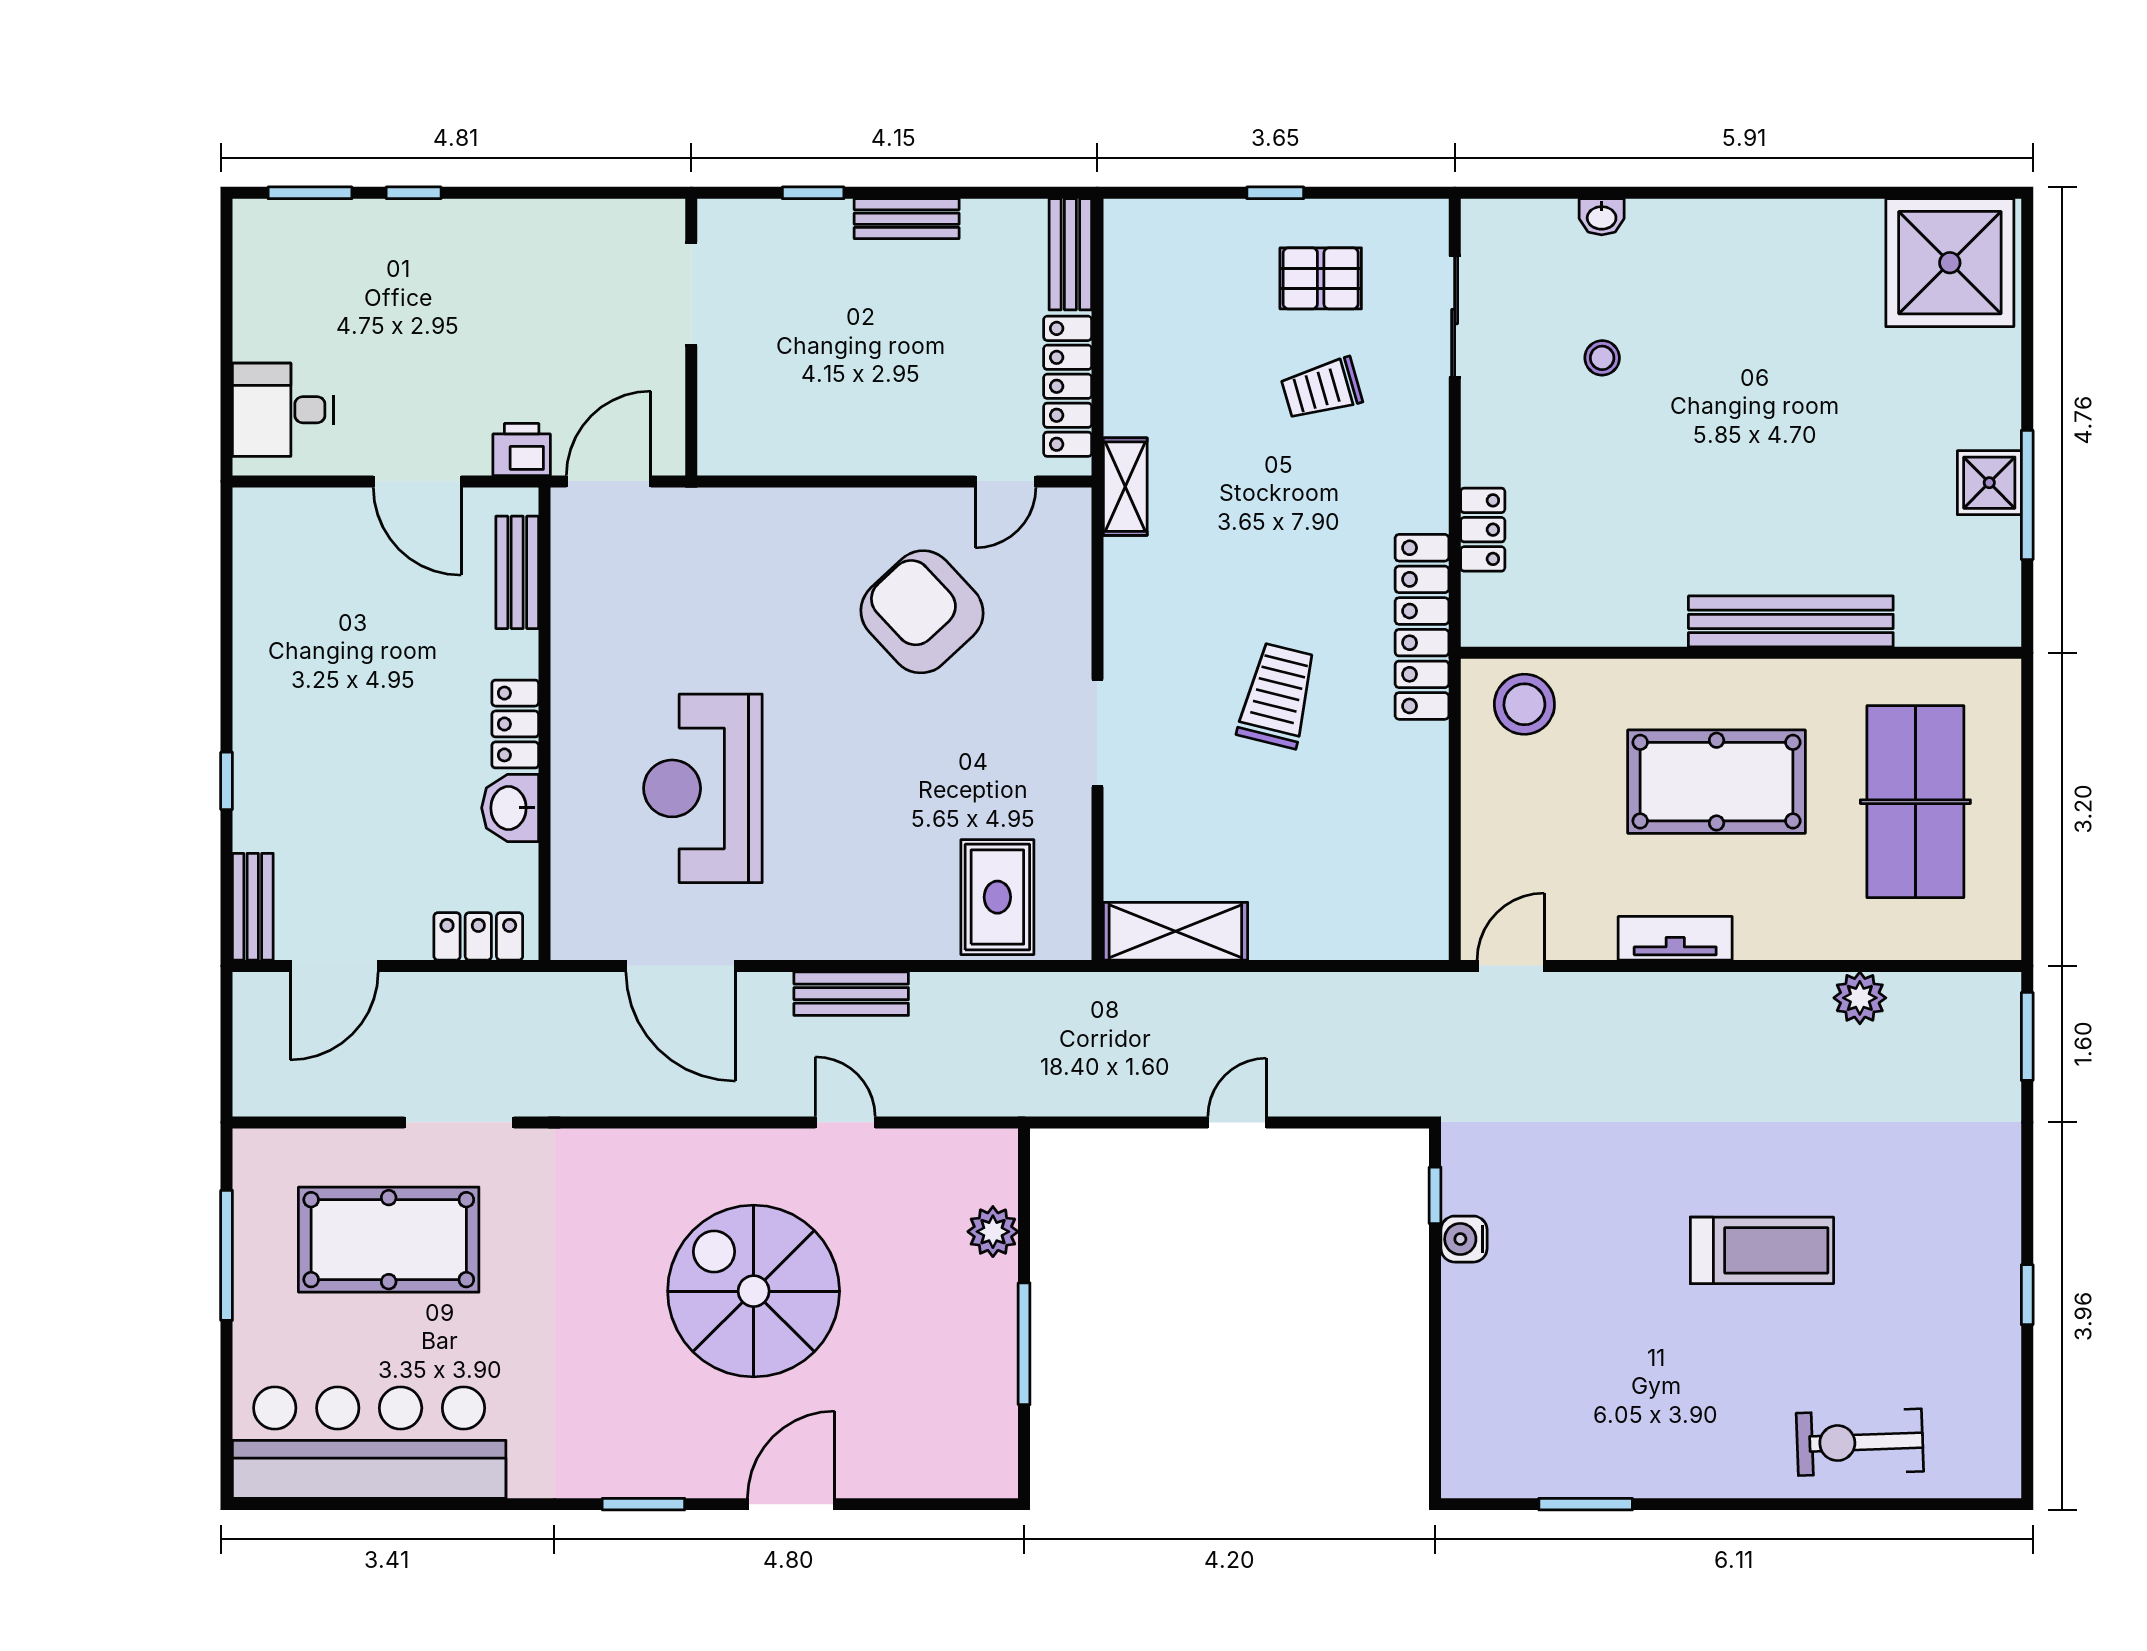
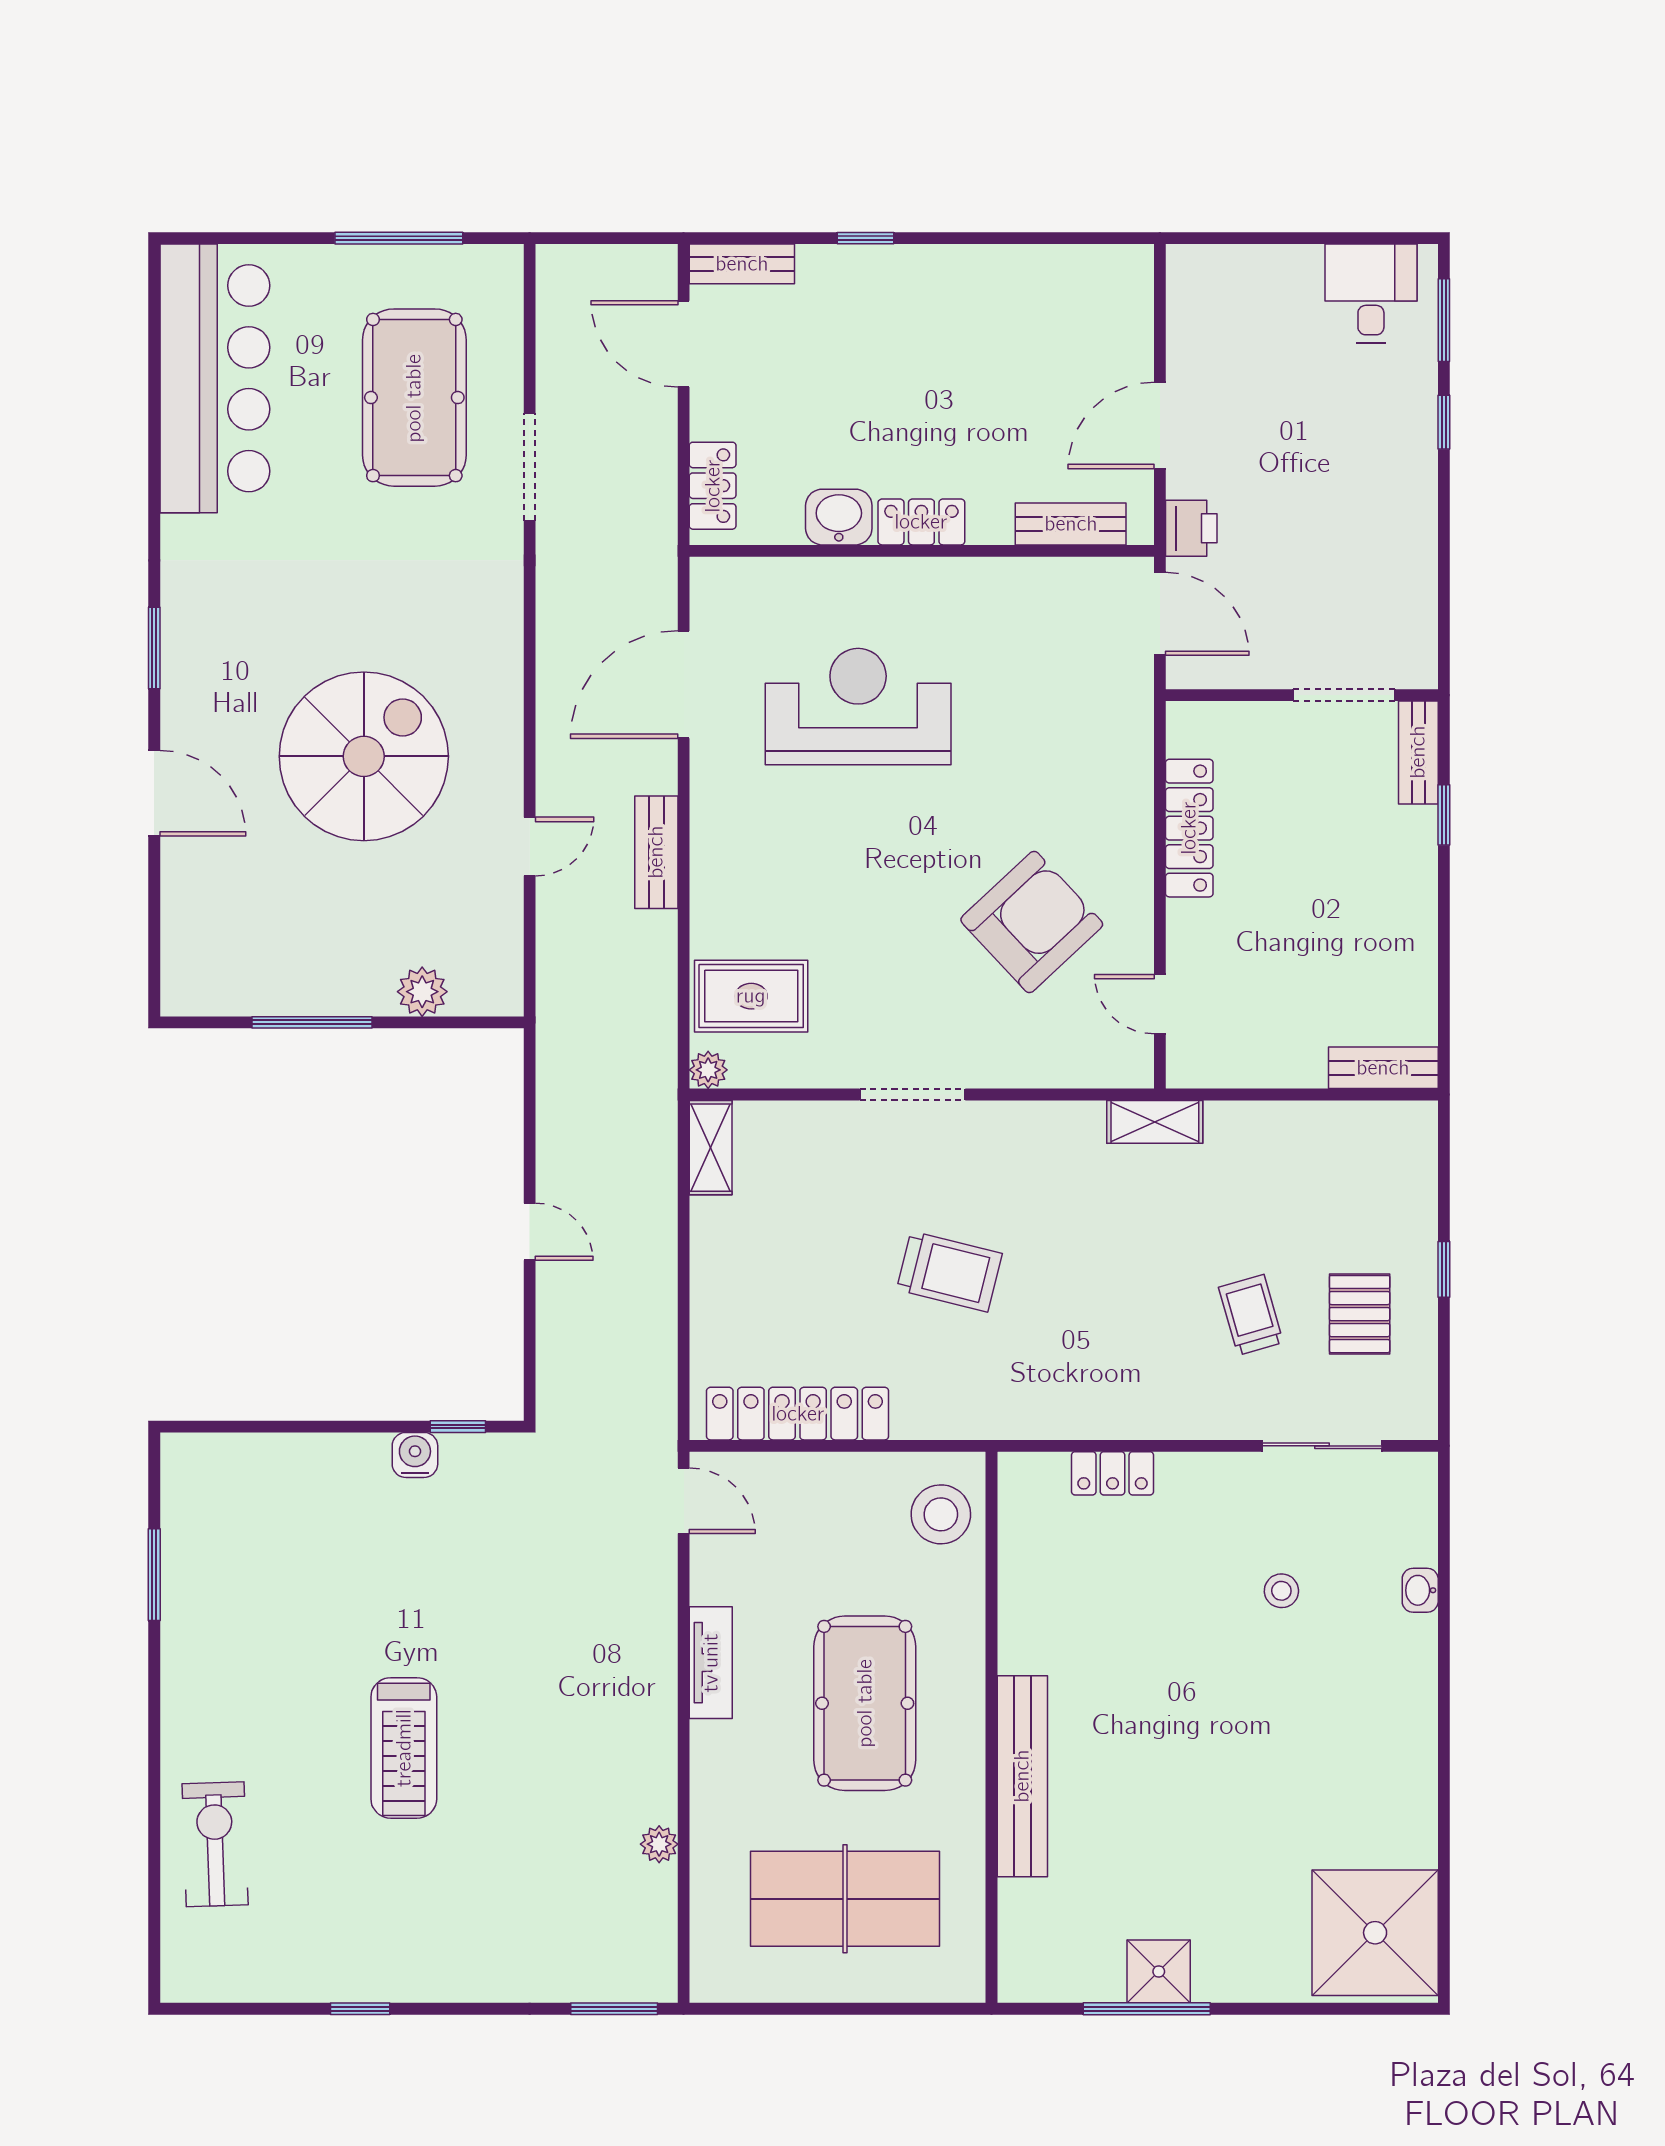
bench: (907, 219) -> (1418, 752), moved
locker: (1068, 386) -> (1189, 828), moved, turned 90
desk: (283, 410) -> (1371, 293), moved
locker: (1422, 627) -> (798, 1414), moved
shelving: (1175, 931) -> (711, 1148), width x0.67, depth x0.75
plant: (1072, 941) -> (708, 1070), added
plant: (1860, 998) -> (659, 1844), width x0.73, depth x0.73

